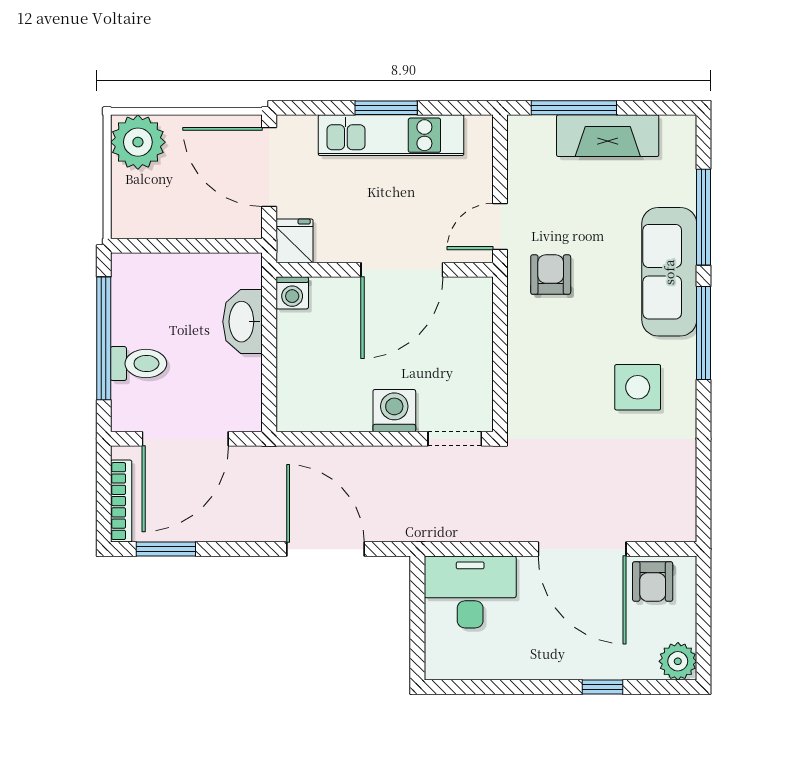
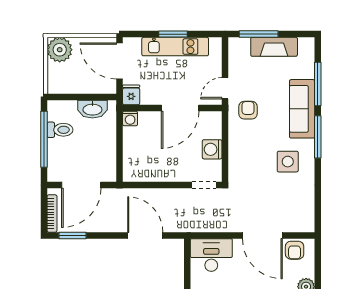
washbasin: (243, 322) -> (92, 109), moved, turned -90
toilet: (139, 364) -> (60, 130), moved
washing machine: (394, 411) -> (212, 149), moved, turned -90

